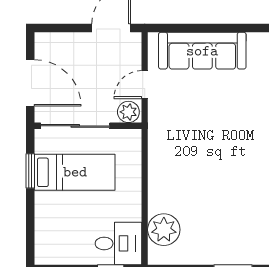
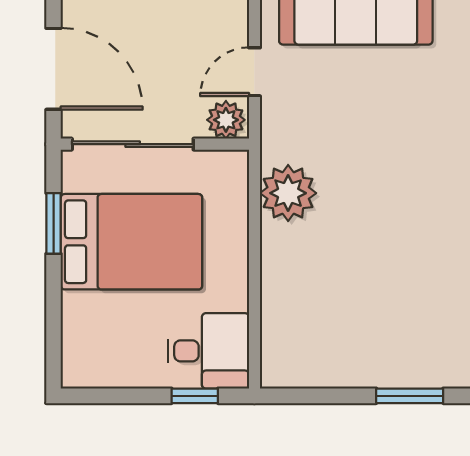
bed: (75, 172) -> (131, 242), width x1.50
plant: (164, 230) -> (288, 193), moved

